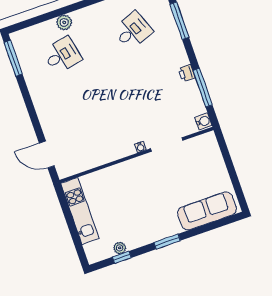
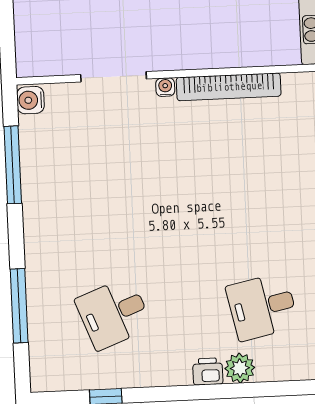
printer: (187, 73) -> (208, 371), moved, turned -90
bookcase: (110, 156) -> (229, 87), added

